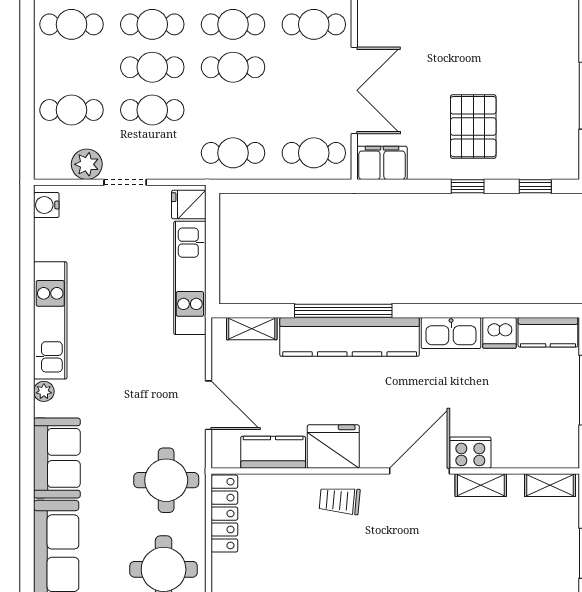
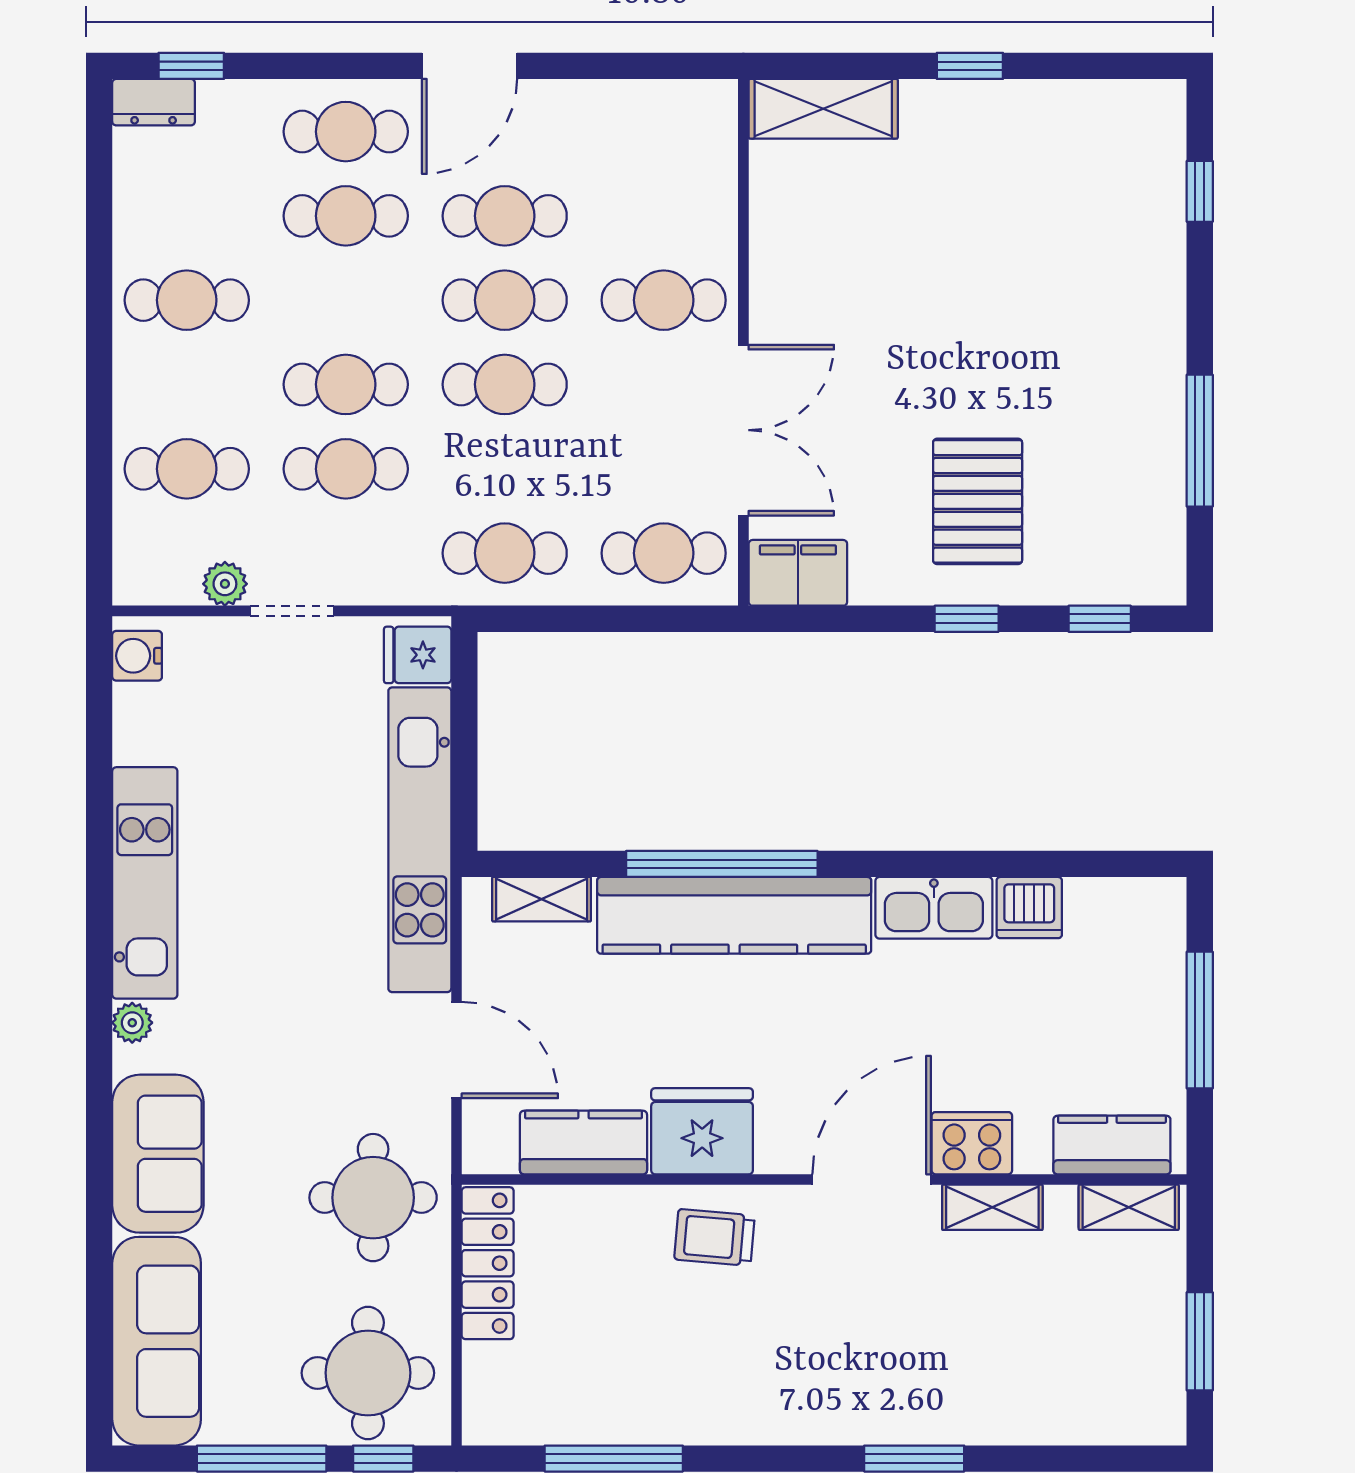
cafe table: (152, 24) -> (346, 300), removed
plant: (87, 164) -> (225, 584), width x0.73, depth x0.73
kitchen unit: (190, 278) -> (420, 840), width x1.36
kitchen counter: (548, 332) -> (1112, 1145), moved, turned 180

